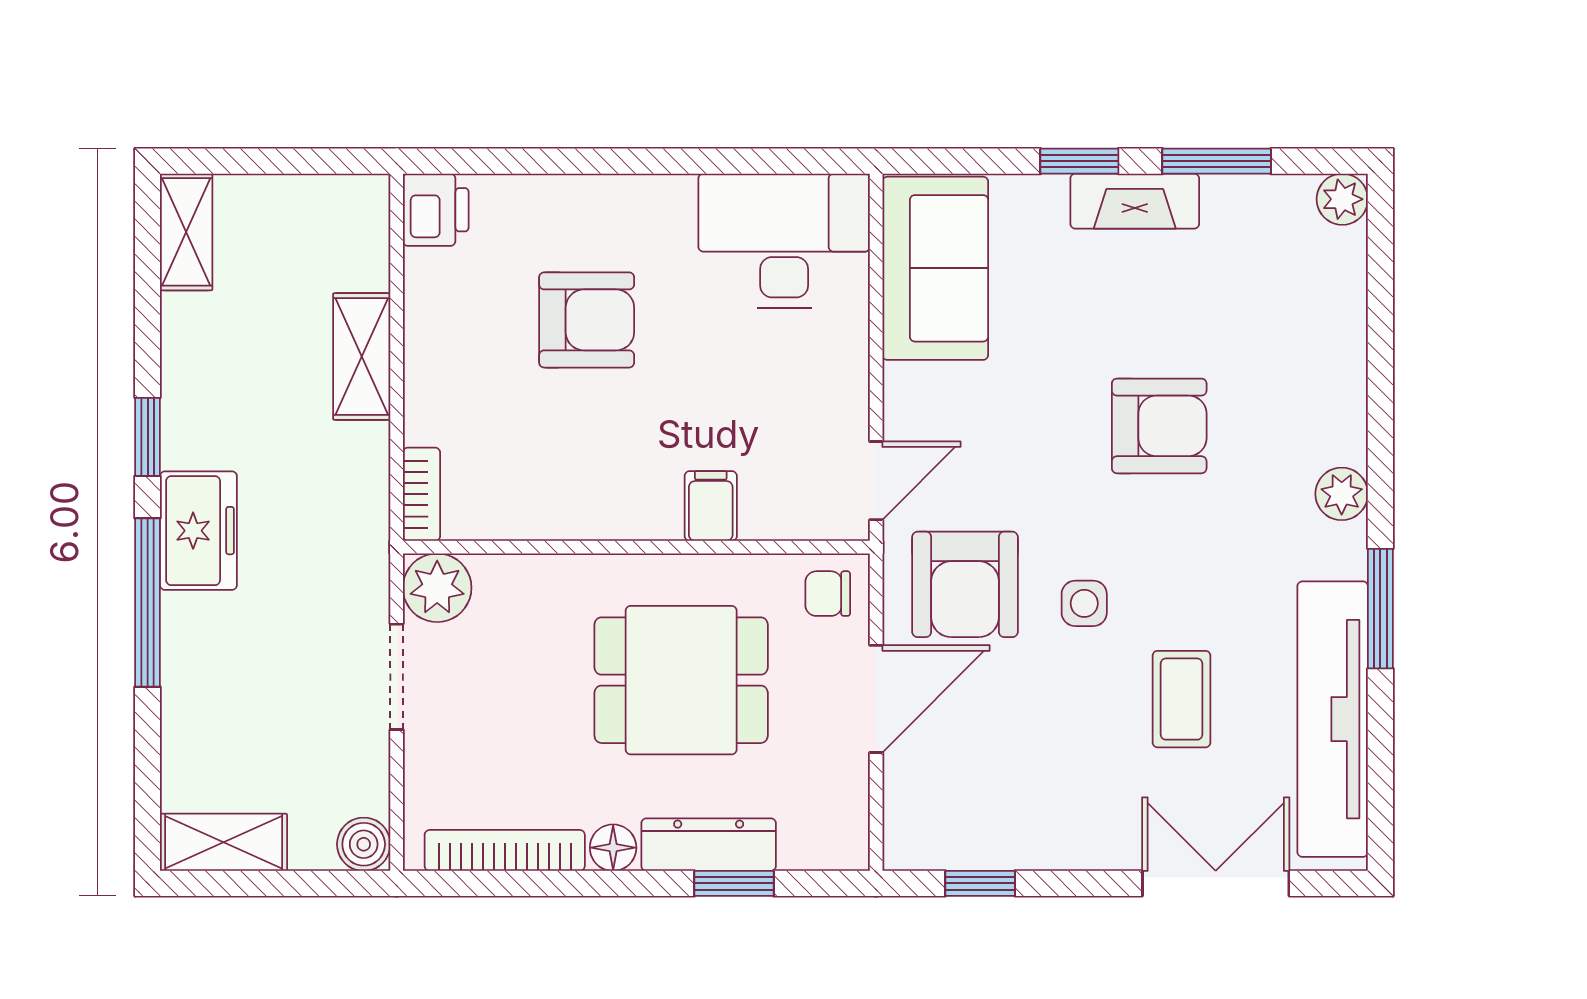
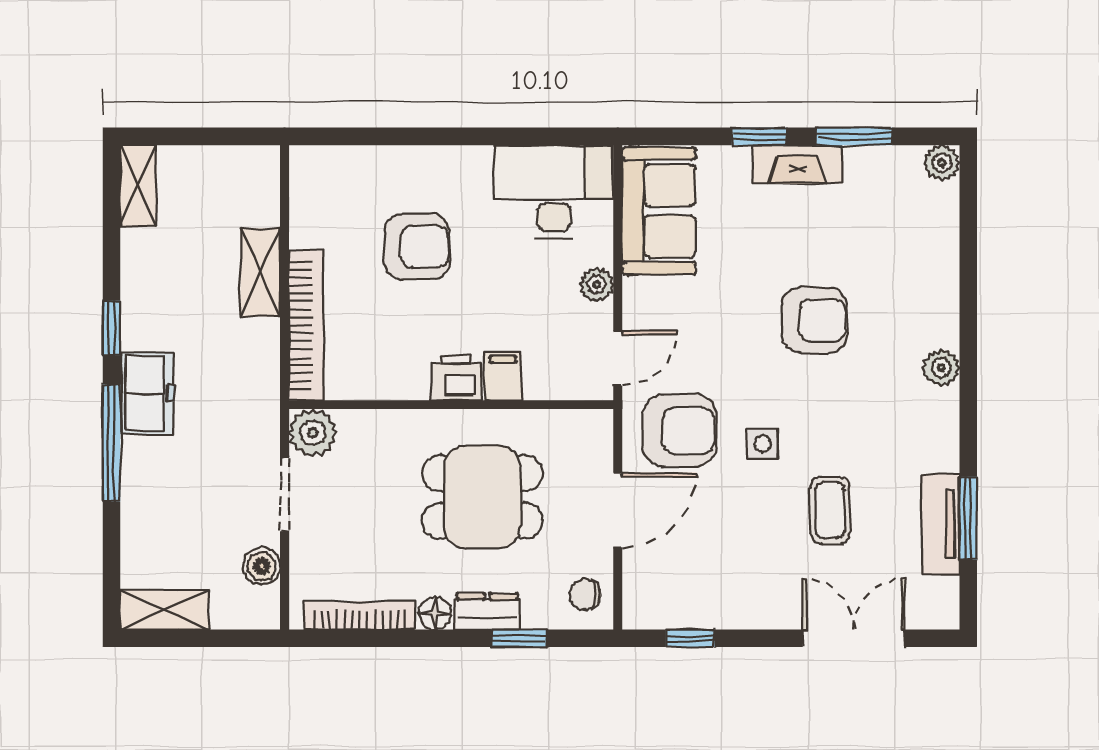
printer: (436, 210) -> (456, 377), moved, turned -90
plant: (846, 374) -> (597, 284), added
bookcase: (421, 494) -> (306, 325), width x2.31, depth x1.31
armchair: (965, 584) -> (680, 431), turned -90
chair: (828, 594) -> (585, 595), moved
window: (1380, 609) -> (968, 518), moved
tv unit: (1333, 719) -> (940, 524), width x0.52, depth x0.78
boiler: (364, 844) -> (262, 566), moved
dresser: (709, 845) -> (487, 611), width x0.70

